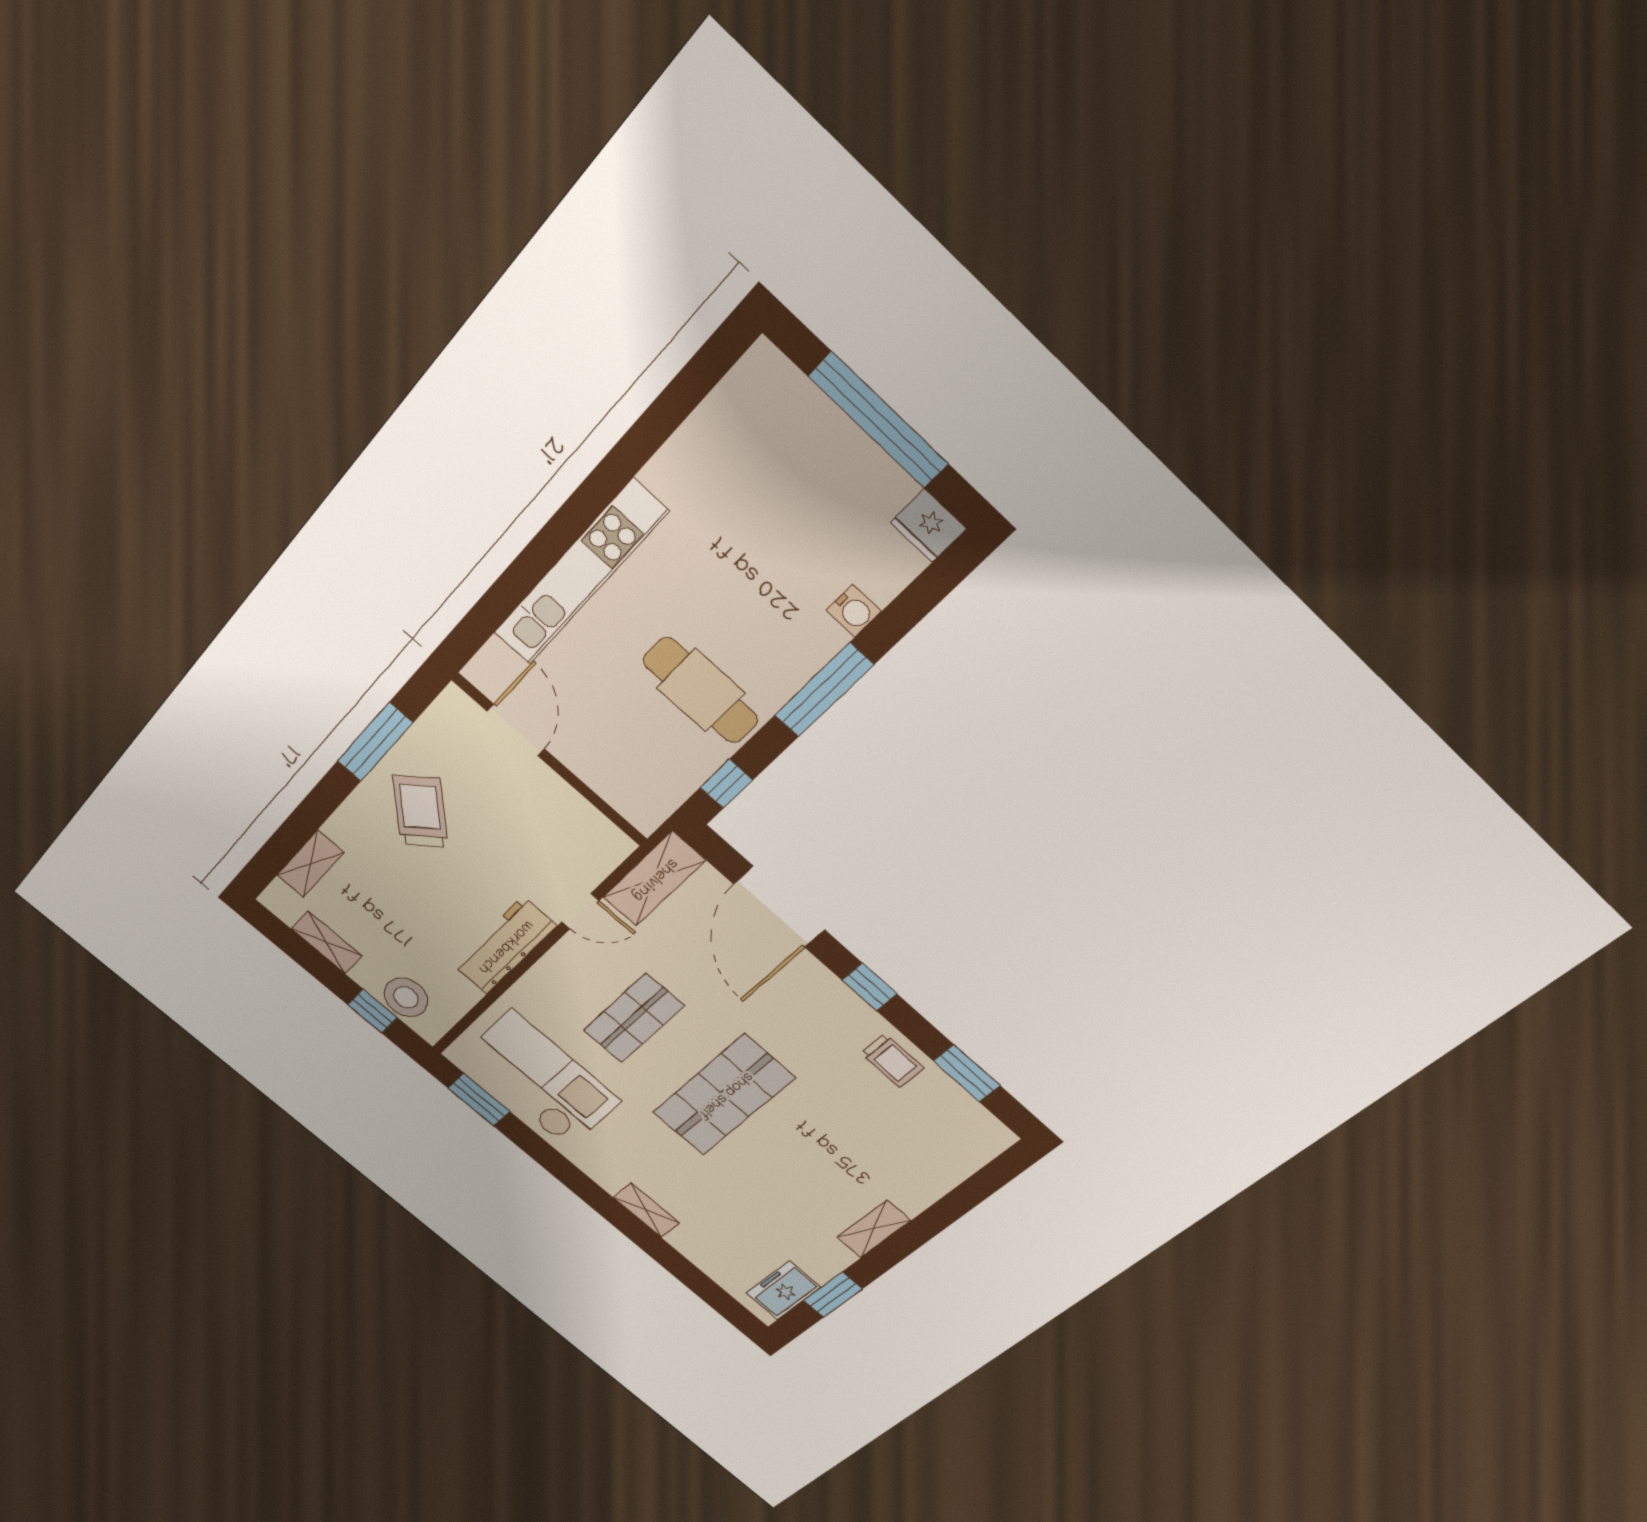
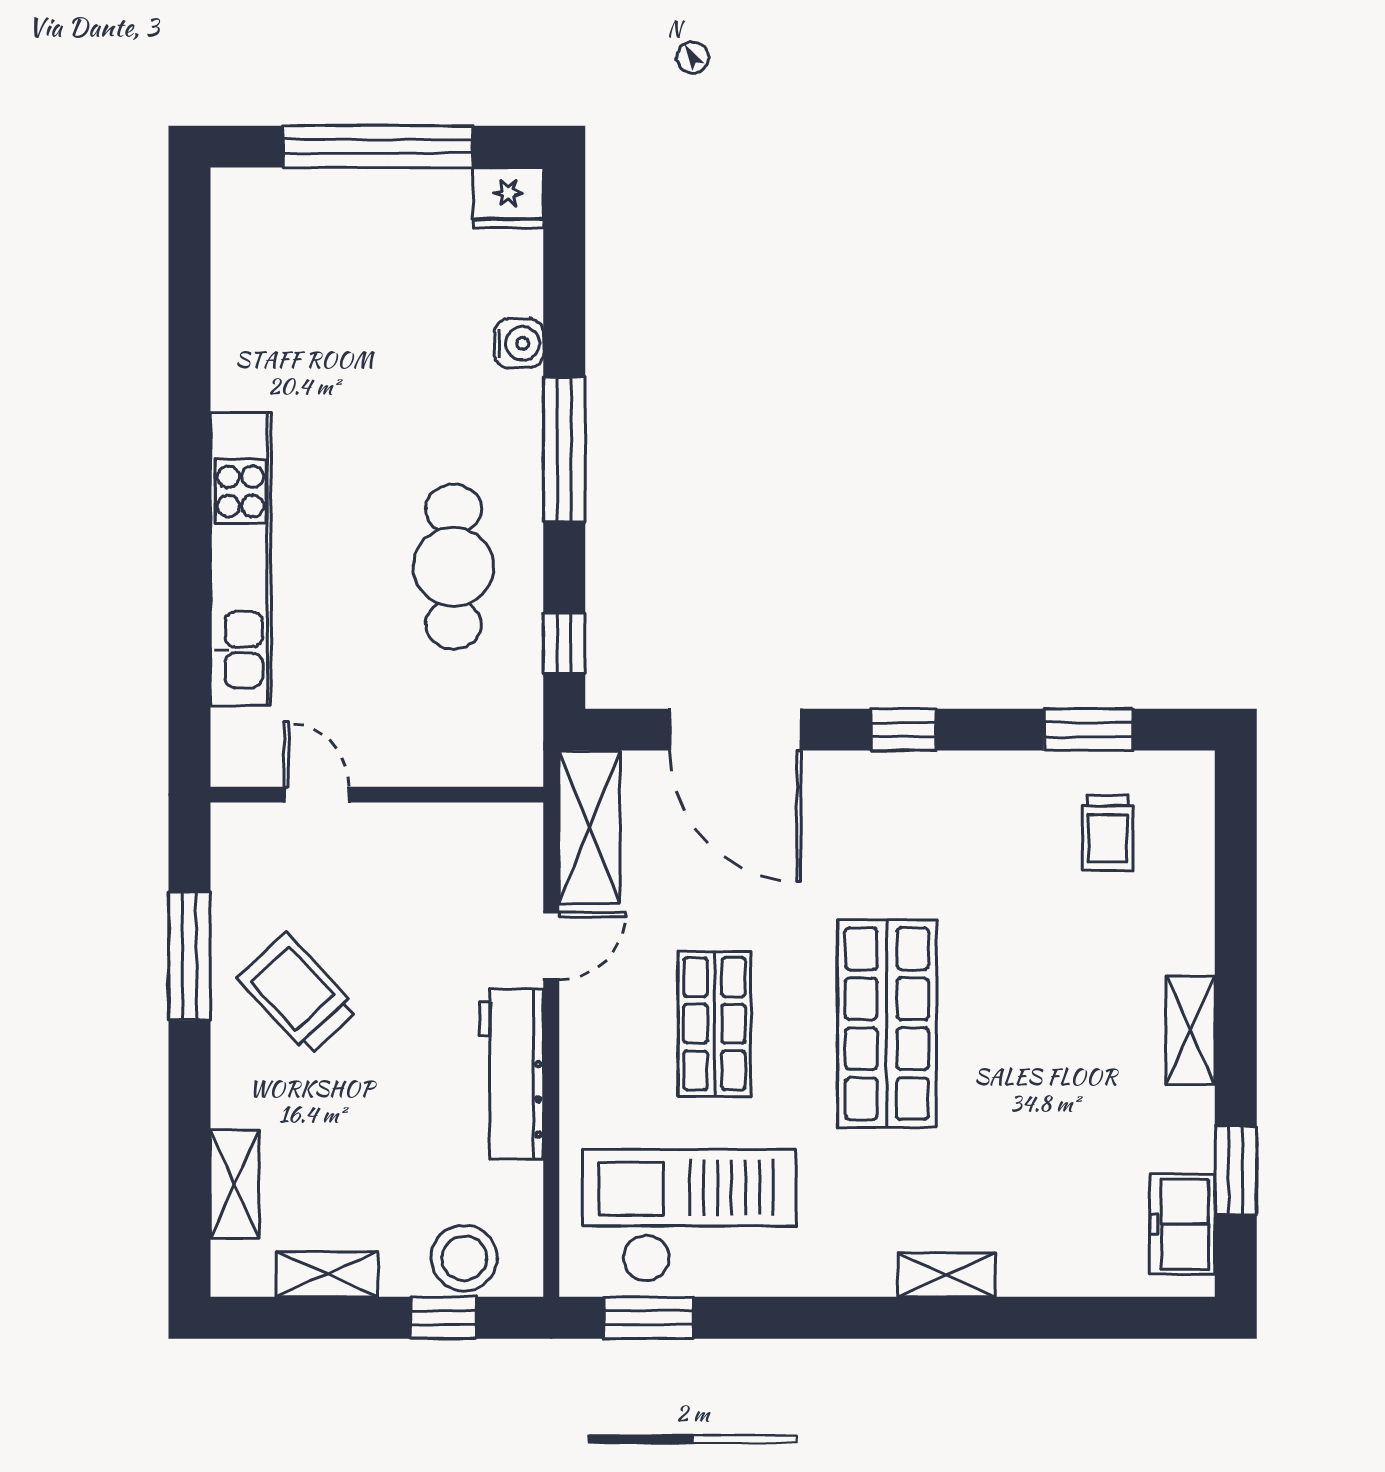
cafe table: (701, 690) -> (454, 567), turned 90
door: (516, 730) -> (316, 795), width x0.73
trolley: (892, 1061) -> (1108, 833), moved, turned 90

